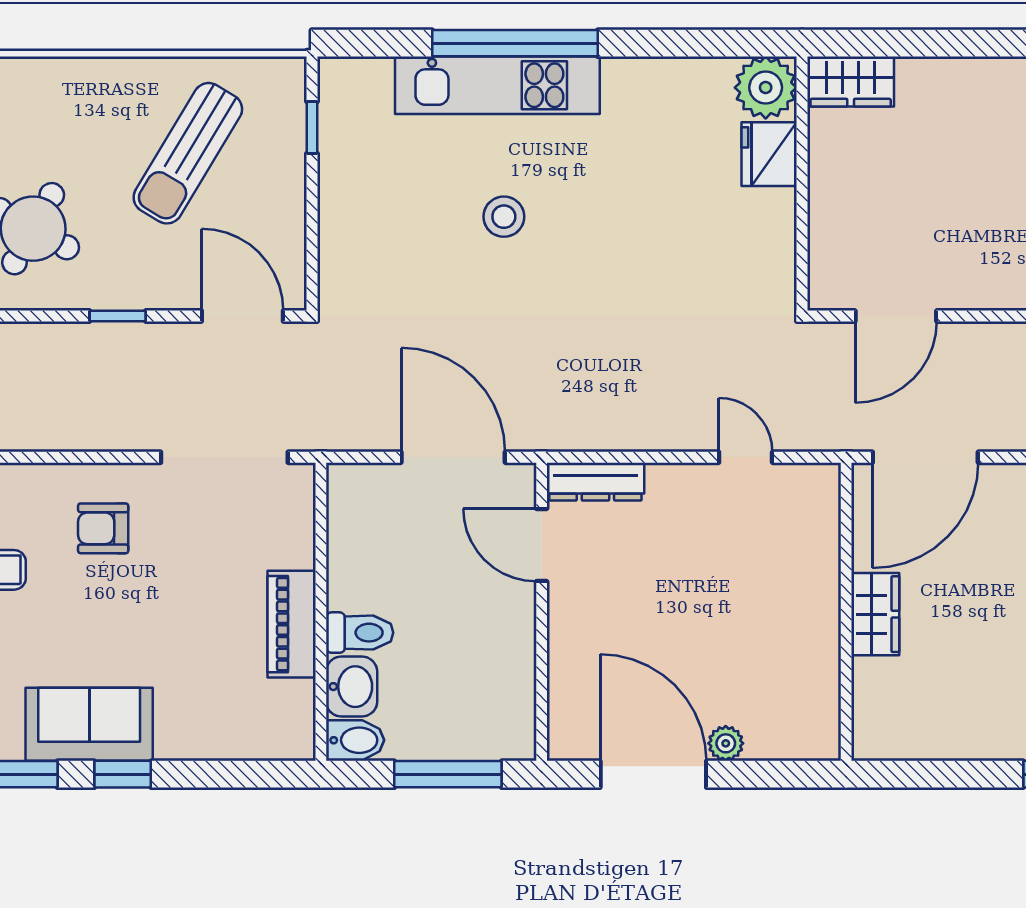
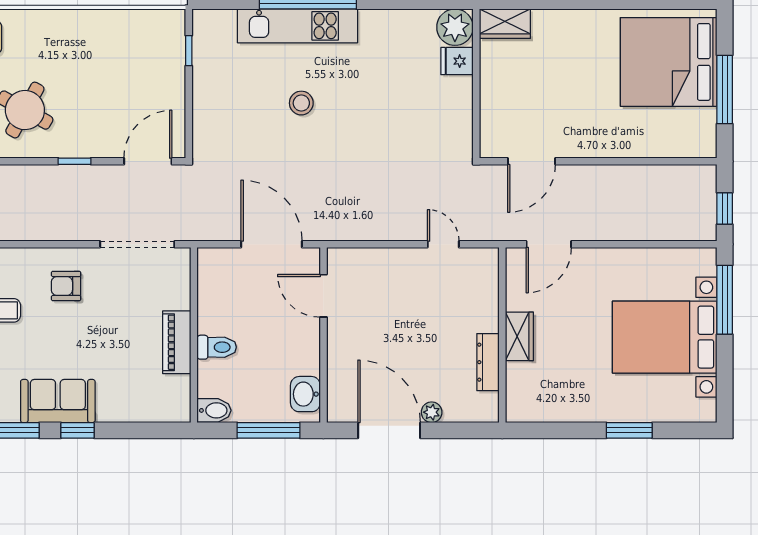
sun lounger: (188, 153) -> (116, 66), removed
fridge: (769, 154) -> (457, 61), width x0.72
door: (242, 316) -> (148, 161), hinge flipped
door: (925, 457) -> (549, 244), width x0.73
dresser: (595, 482) -> (488, 362), moved, turned 90
washbasin: (352, 687) -> (305, 394), moved, turned 180

